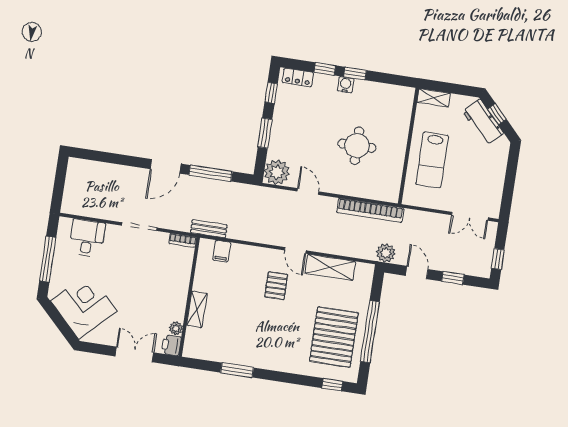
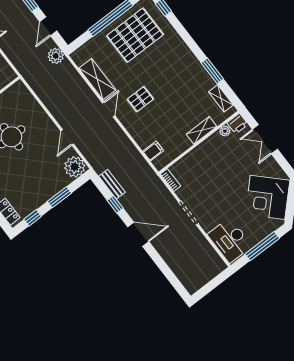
window: (211, 173) -> (115, 204), width x0.46
bookcase: (370, 210) -> (41, 90), removed
bench: (209, 229) -> (112, 184), moved
desk: (87, 238) -> (230, 240), width x1.37
shelving: (207, 353) -> (221, 98), added

